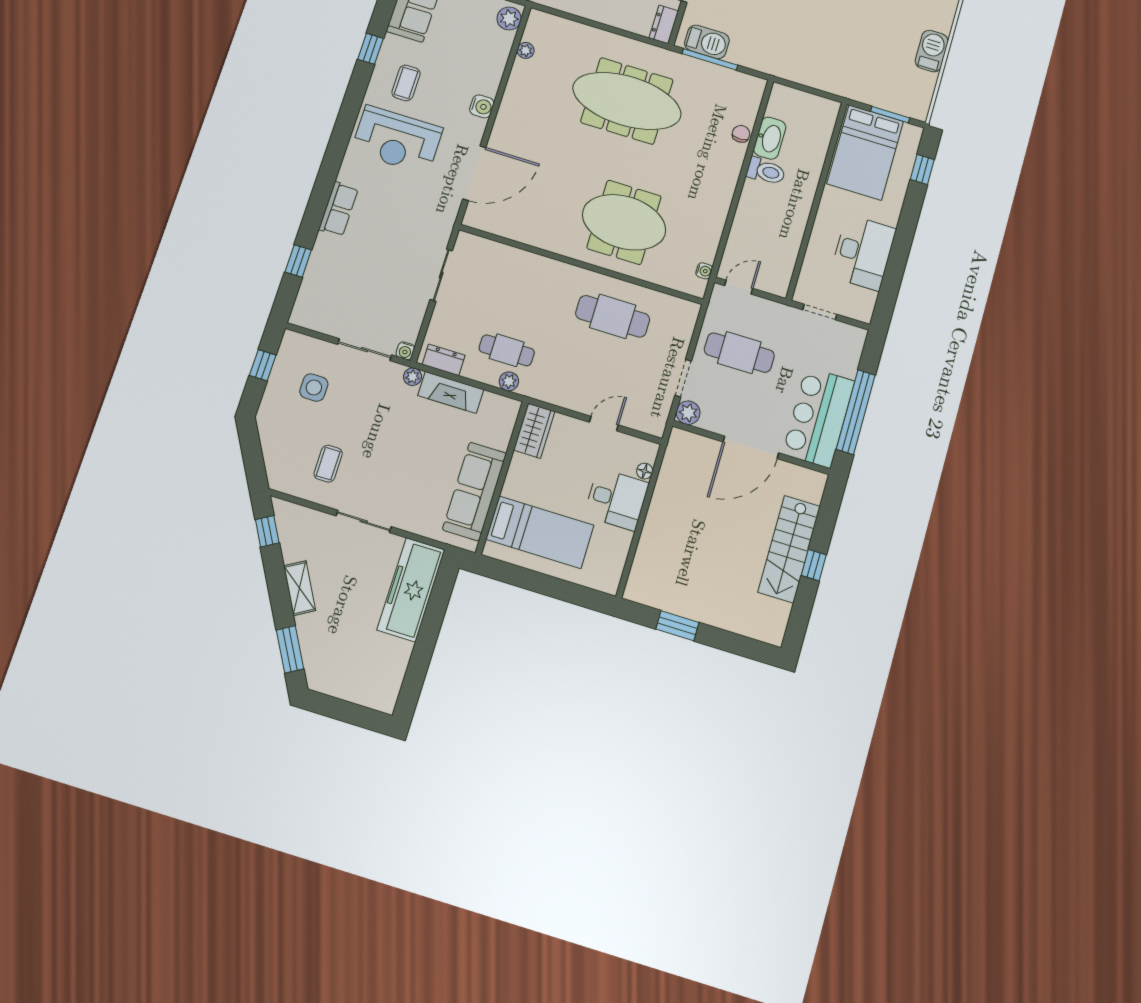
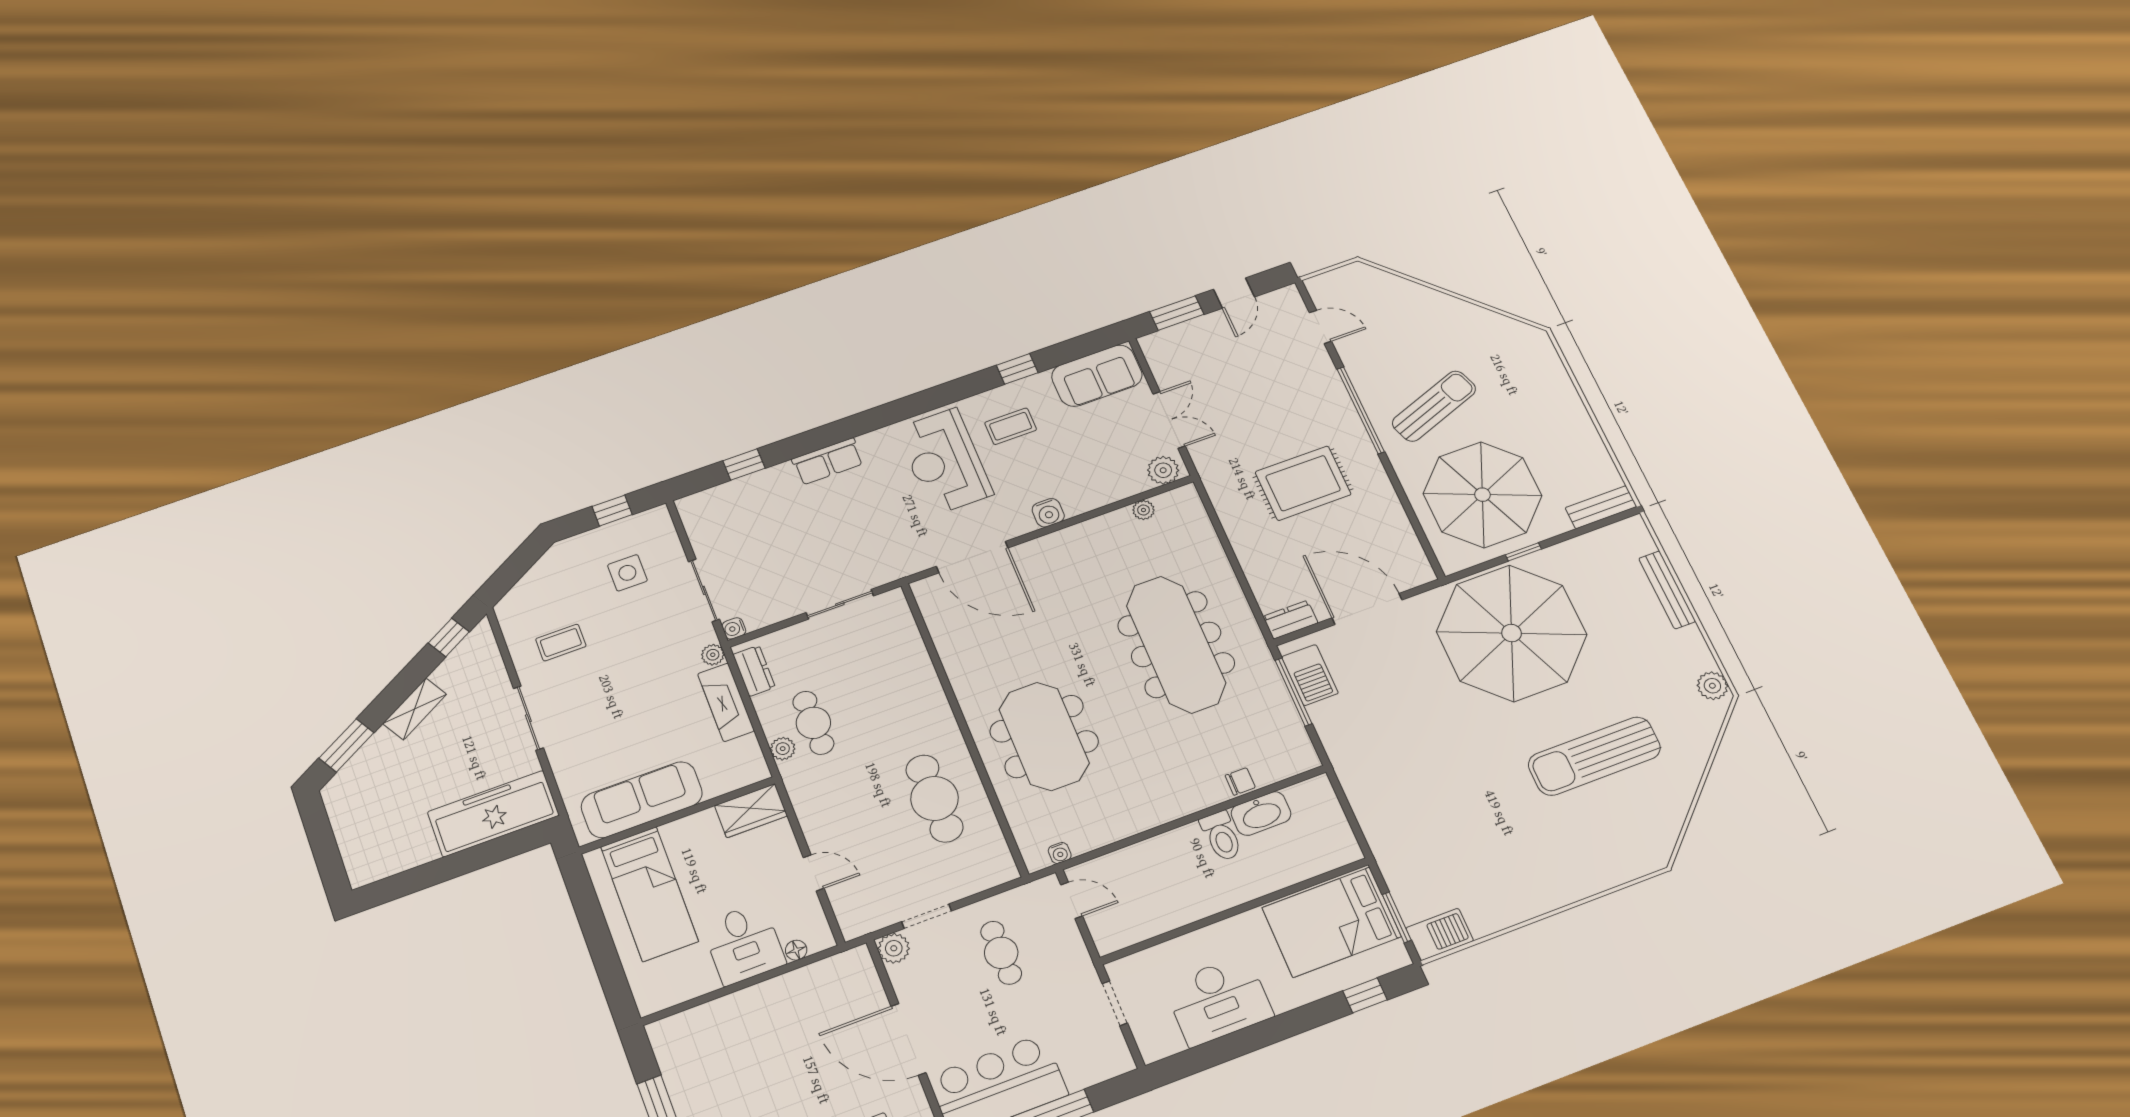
barbecue: (932, 51) -> (1440, 934), moved
cafe table: (739, 353) -> (1001, 953), width x0.73, depth x0.74

